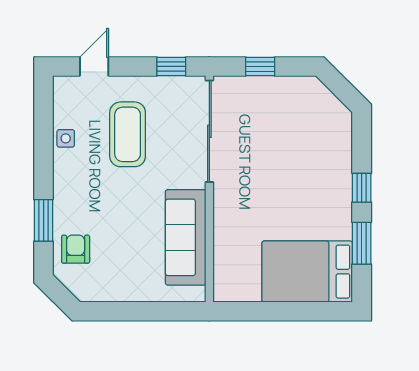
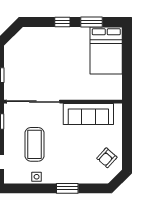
coffee table: (128, 134) -> (34, 144), turned 90
window: (44, 220) -> (67, 188), moved
armchair: (76, 249) -> (107, 158), moved, turned -48

